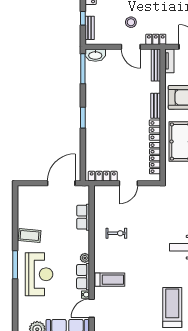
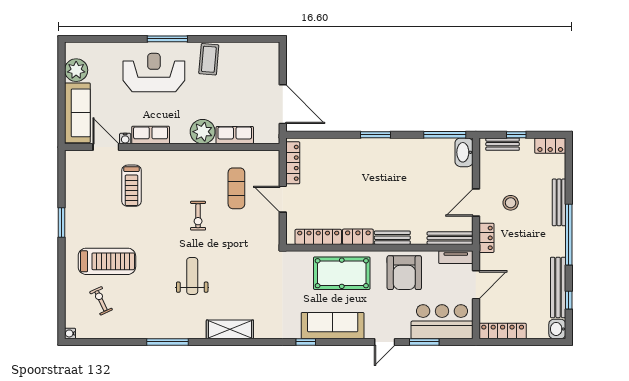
exercise mat: (121, 216) -> (236, 188), added
exercise bike: (116, 233) -> (198, 216), moved
plant: (85, 258) -> (203, 132), moved, width x1.87, depth x1.87
reception desk: (39, 274) -> (154, 73), turned 180
treadmill: (110, 280) -> (132, 186), moved

